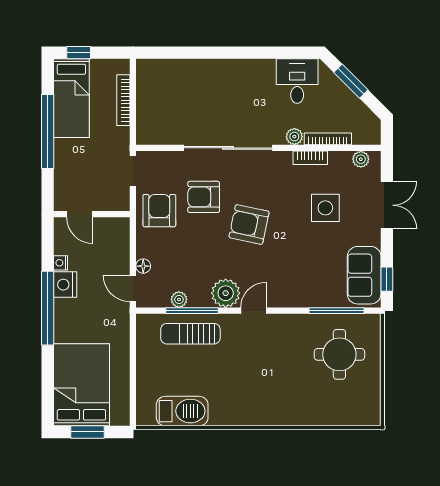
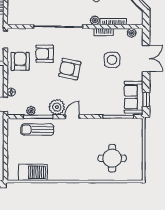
round table: (339, 354) -> (112, 158), moved

